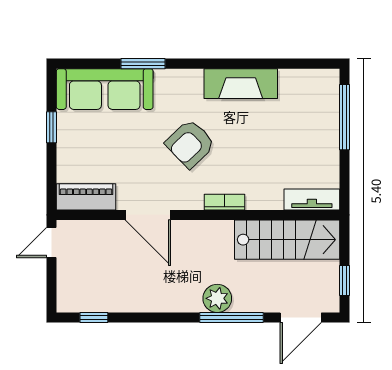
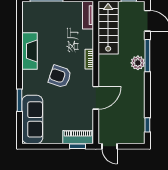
window: (52, 127) -> (78, 146), moved
armchair: (190, 144) -> (60, 76), turned 153
piano: (86, 197) -> (78, 137), moved, turned 90

